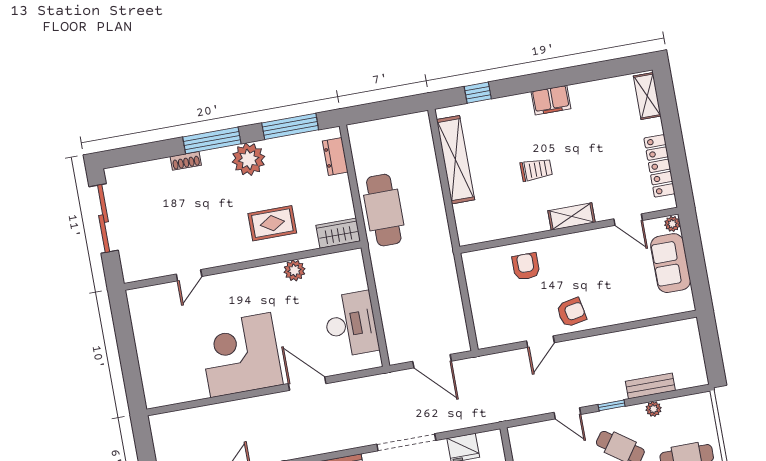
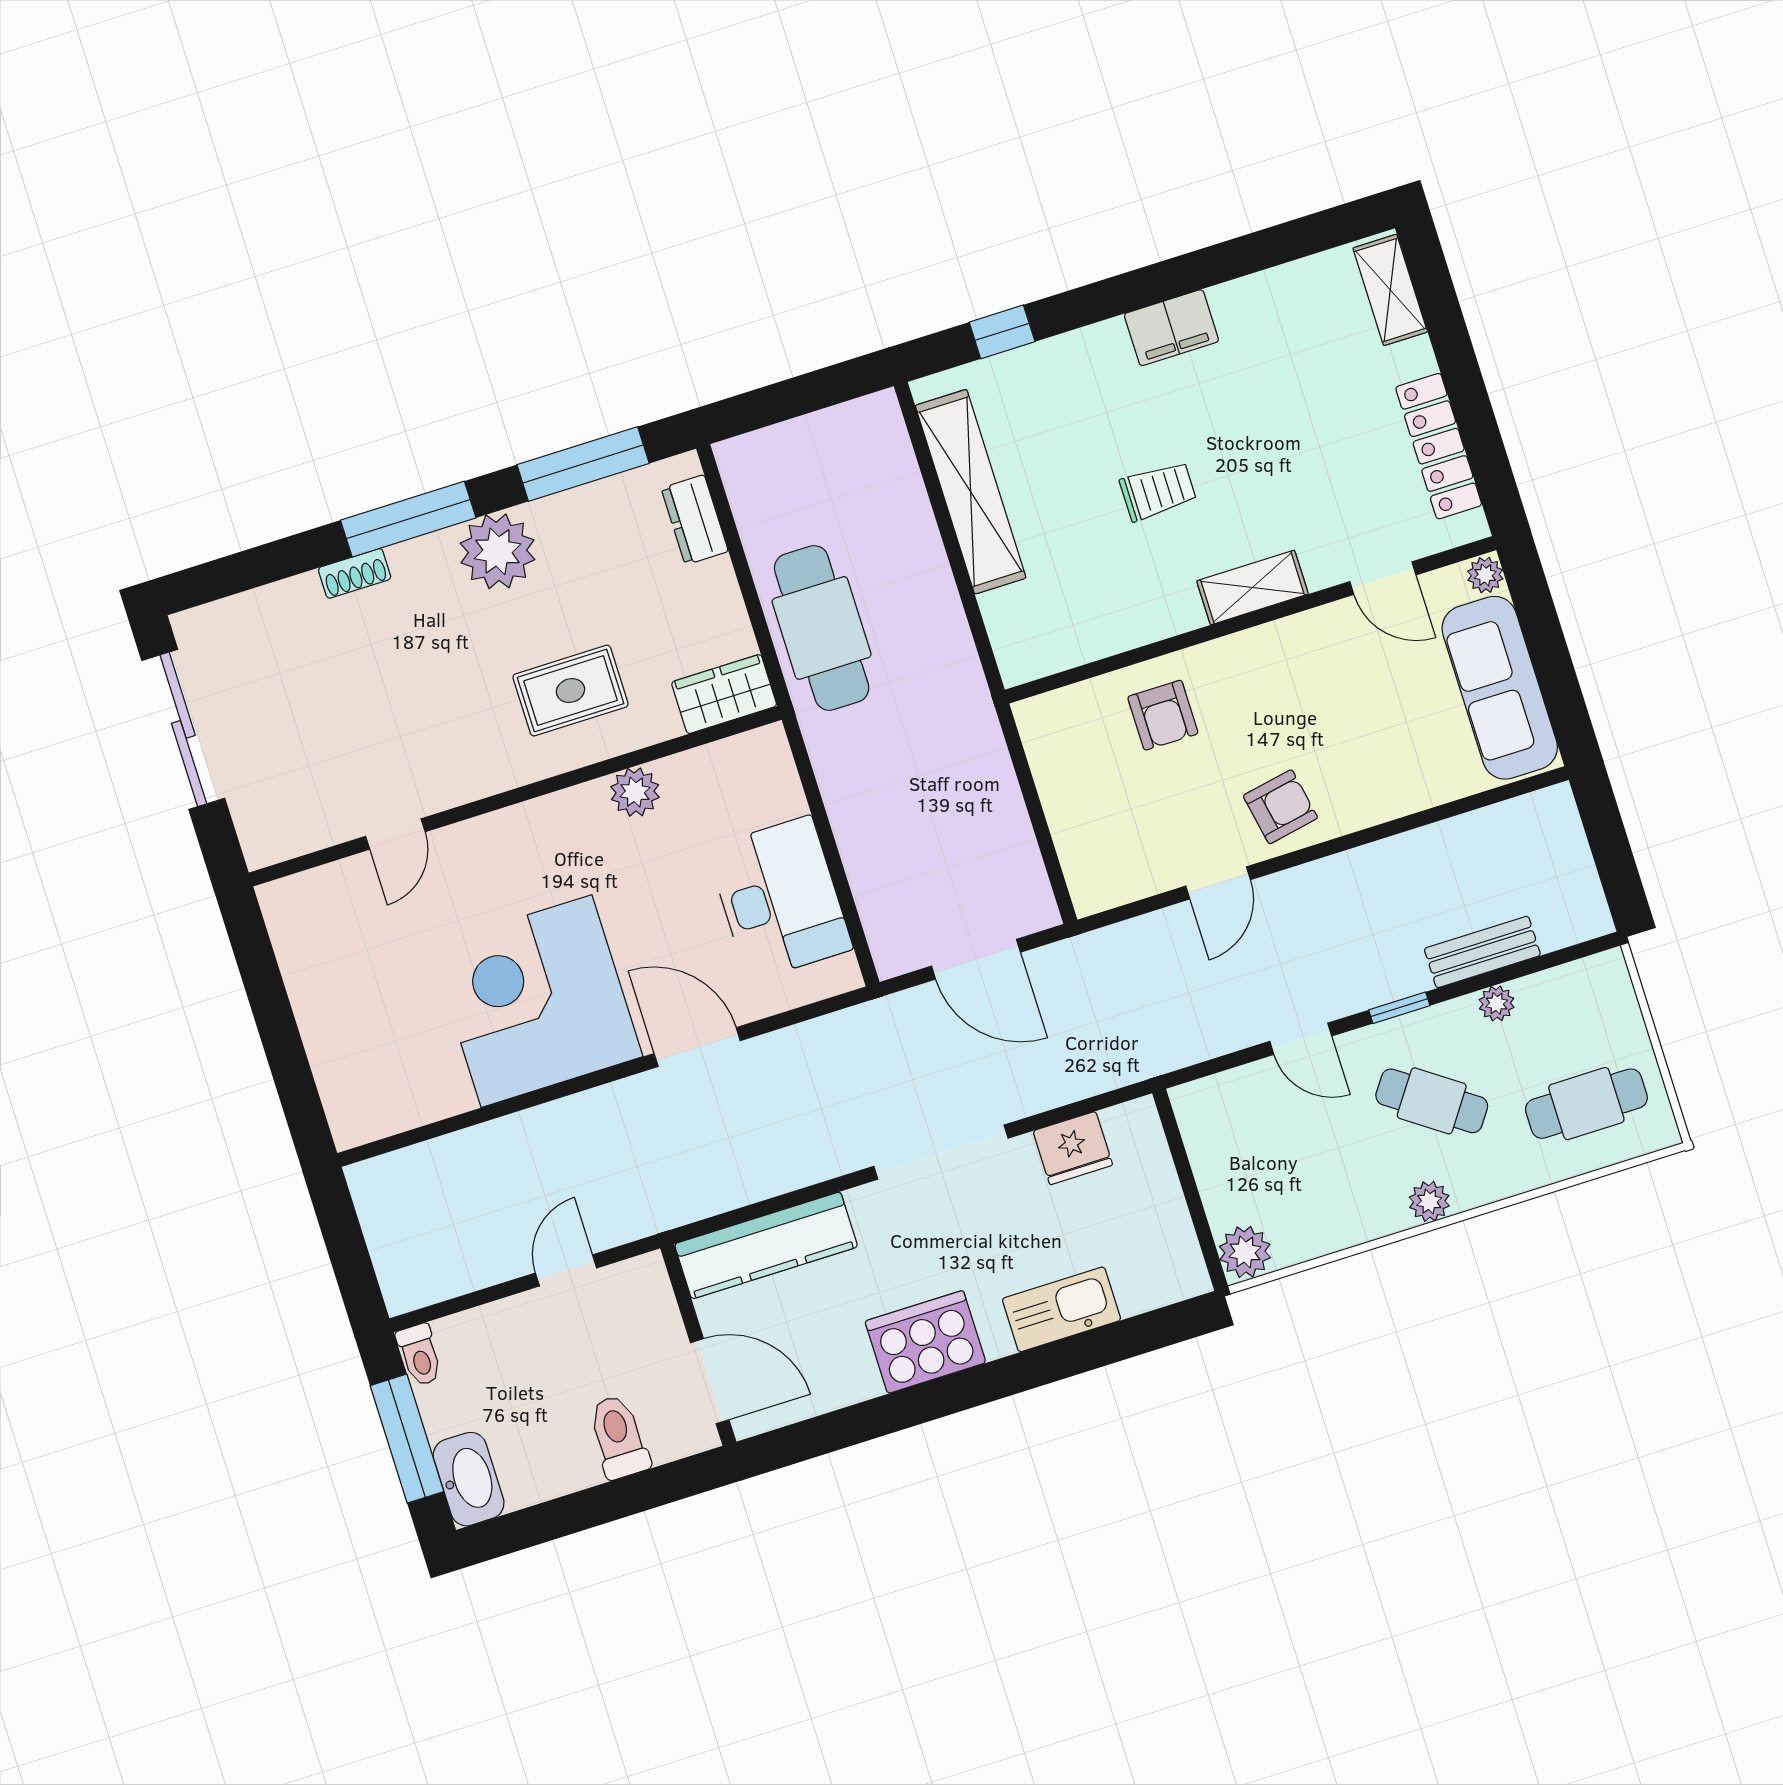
sofa: (671, 263) -> (1500, 688), width x1.36
armchair: (526, 266) -> (1163, 715), turned 180

